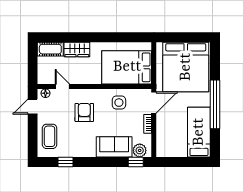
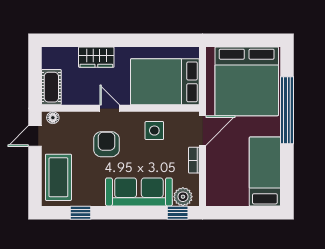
cot: (50, 49) -> (51, 87), moved, turned 90
door: (62, 86) -> (110, 108), moved
window: (215, 104) -> (287, 110), moved
coffee table: (50, 136) -> (58, 177), width x1.36, depth x1.32
sofa: (114, 147) -> (139, 192), width x1.36

